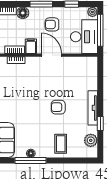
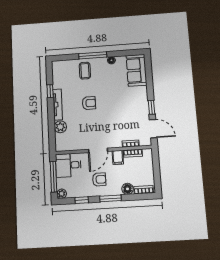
desk: (84, 37) -> (68, 165), width x0.73
door: (51, 55) -> (98, 150), hinge flipped
plant: (91, 140) -> (60, 127), moved
window: (30, 161) -> (93, 55), moved

